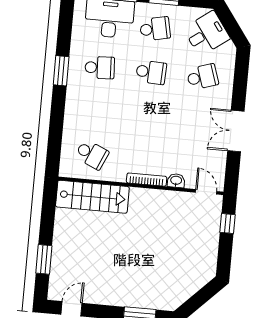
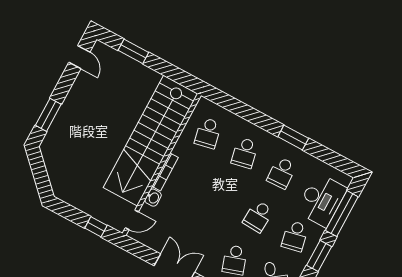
school desk: (96, 111) -> (245, 153), added
school desk: (92, 154) -> (208, 133), turned -36
stairs: (92, 197) -> (151, 141), width x1.86, depth x1.51

